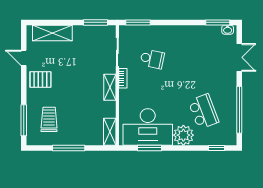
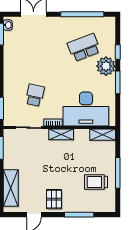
trolley: (49, 119) -> (96, 182), moved
window: (24, 120) -> (79, 215), moved
desk: (148, 127) -> (86, 109), moved, turned 90
window: (149, 148) -> (118, 82), moved
window: (217, 148) -> (118, 52), moved

